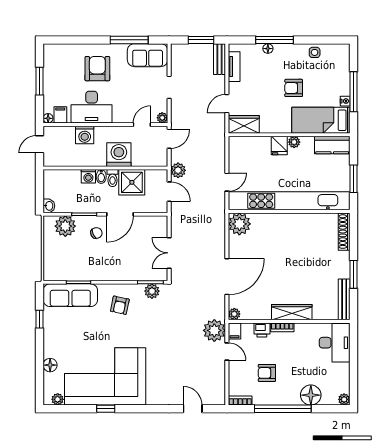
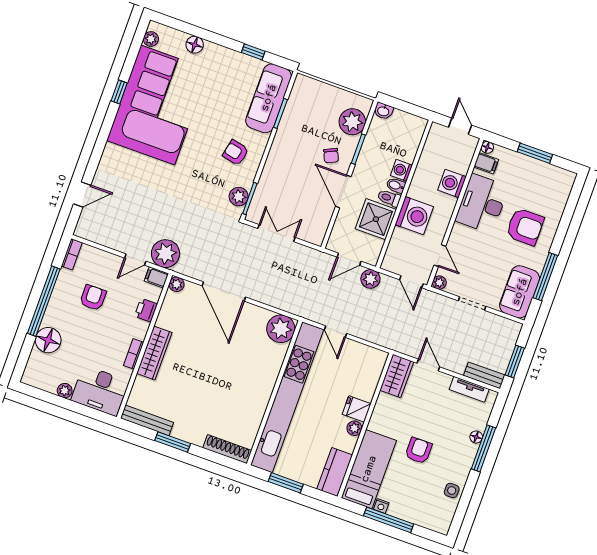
bookcase: (282, 327) -> (134, 354), moved
plant: (344, 399) -> (65, 391), moved

